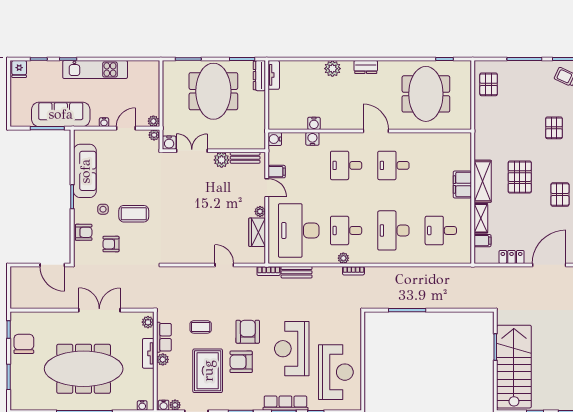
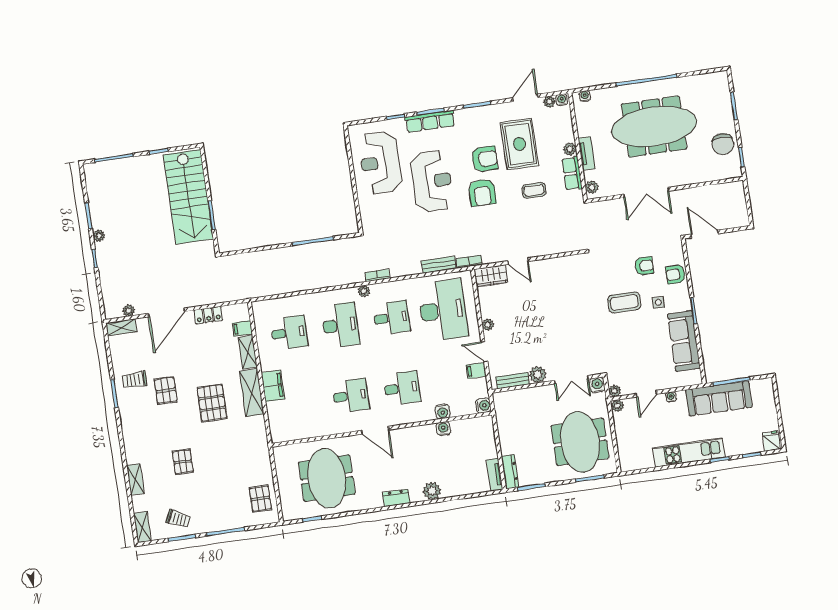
meeting table: (213, 91) -> (580, 442), moved
wardrobe: (257, 232) -> (491, 276), moved, turned 90
plant: (343, 258) -> (364, 291), moved

